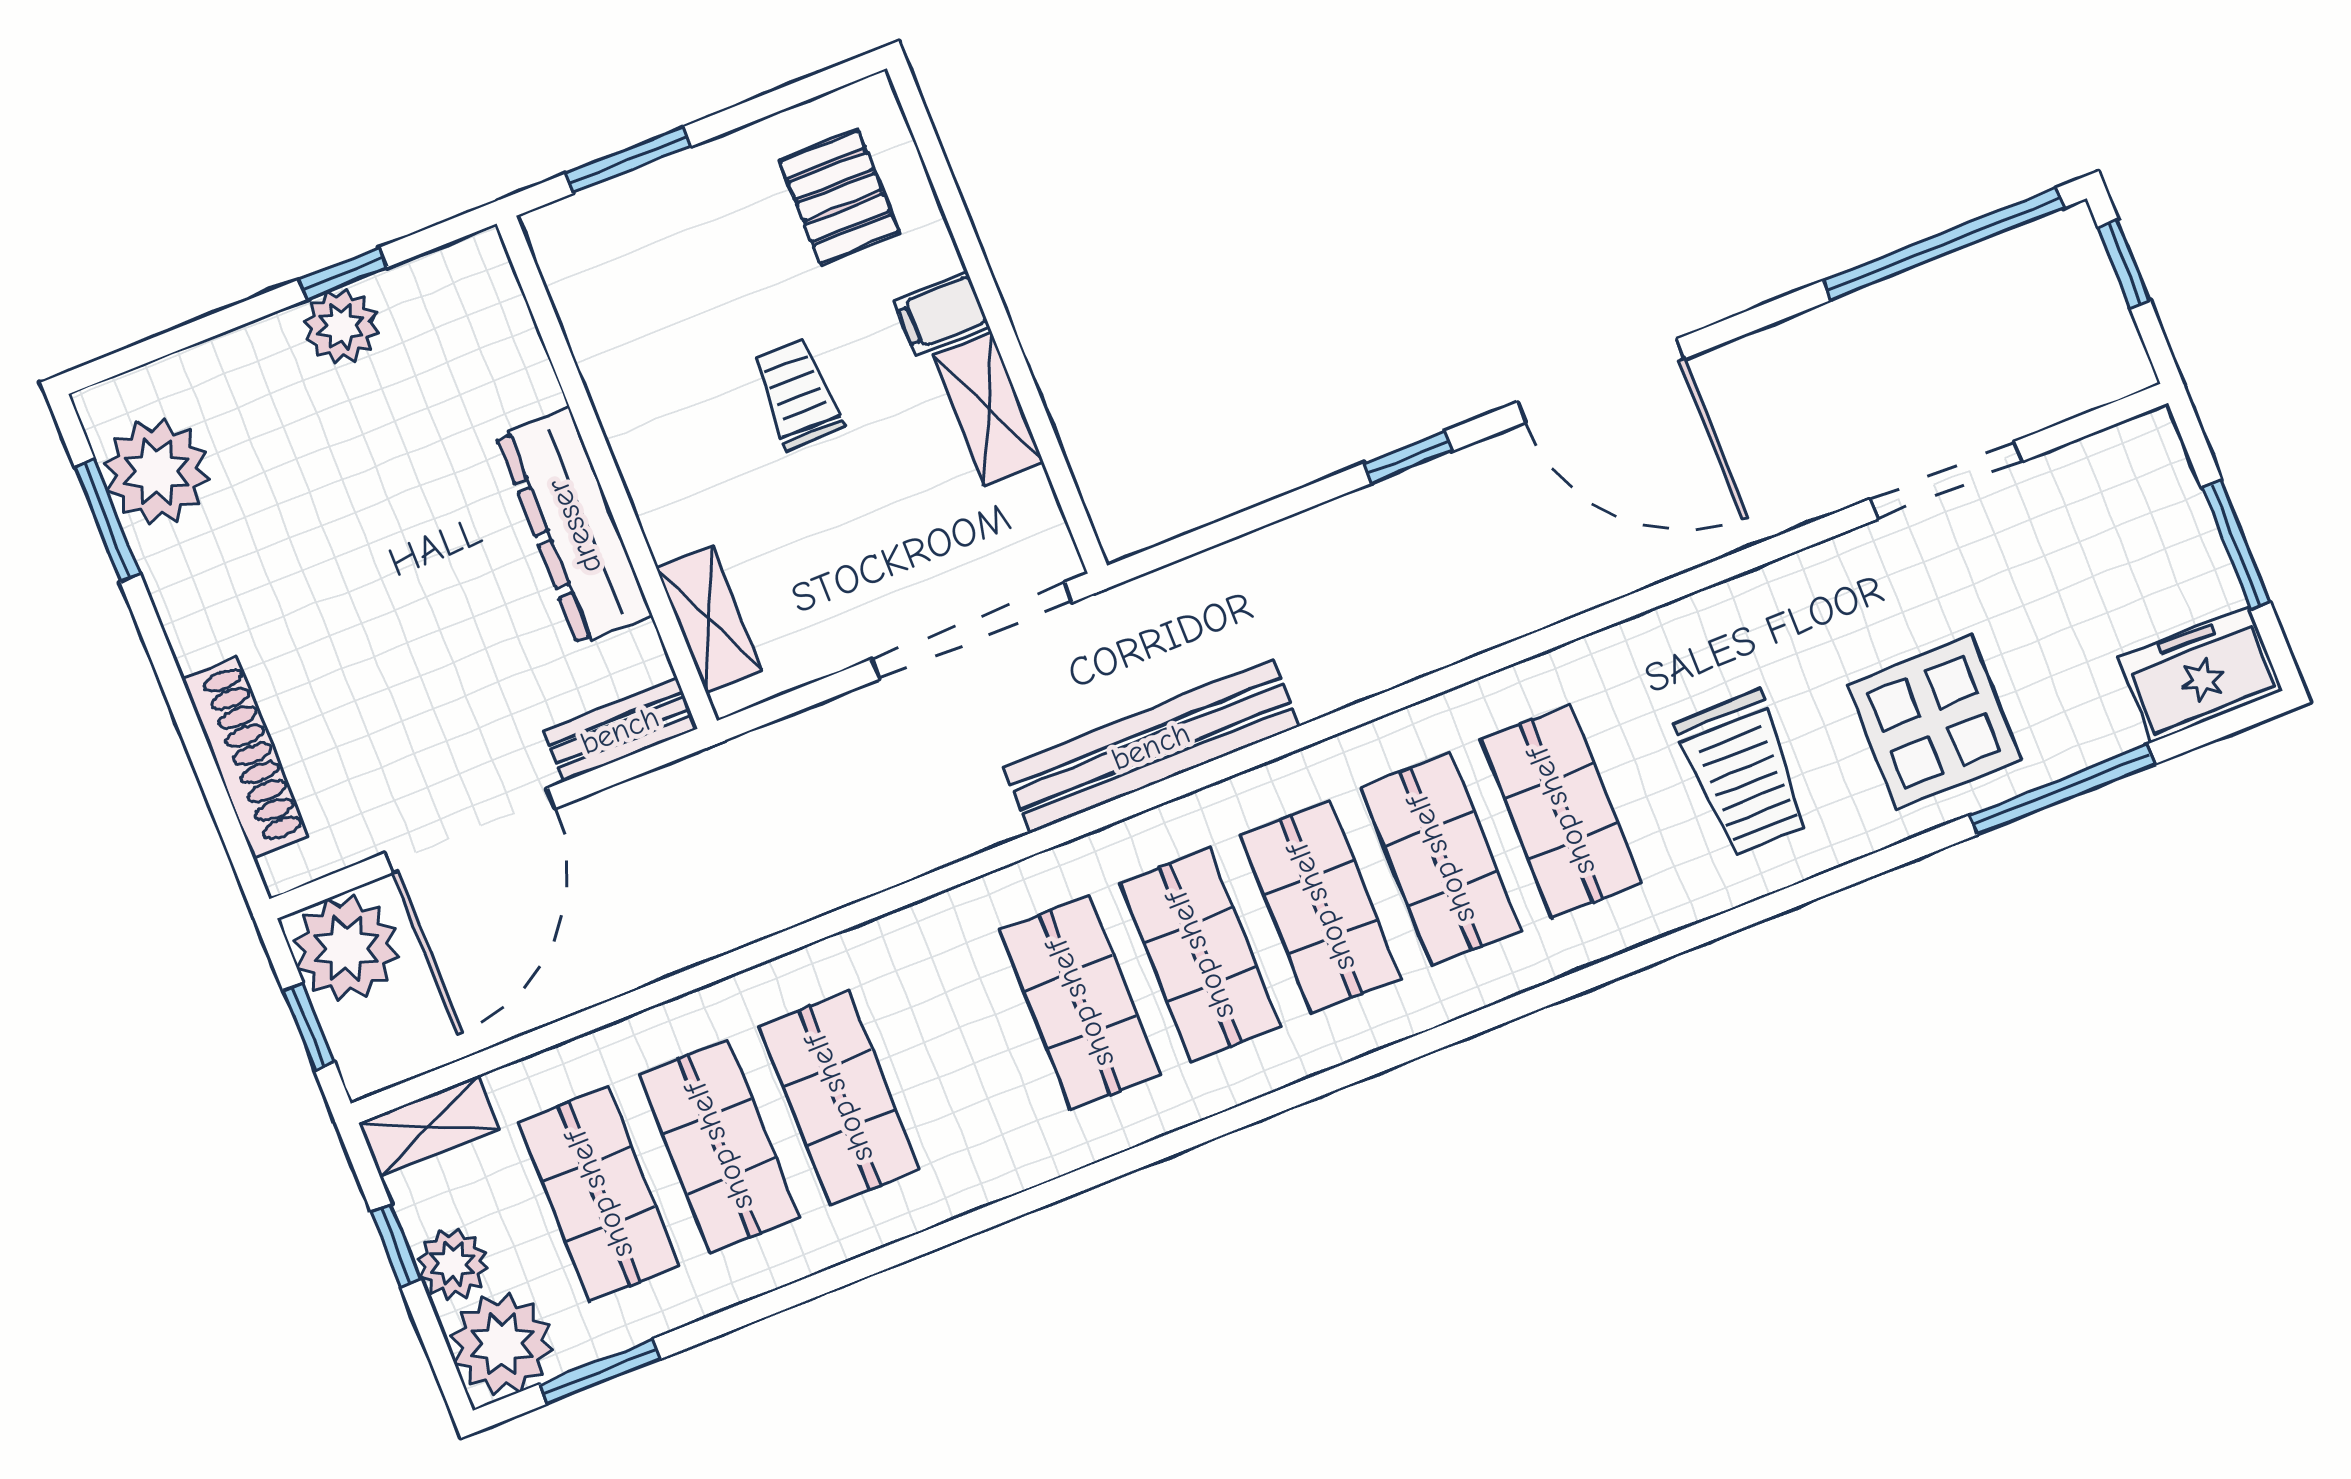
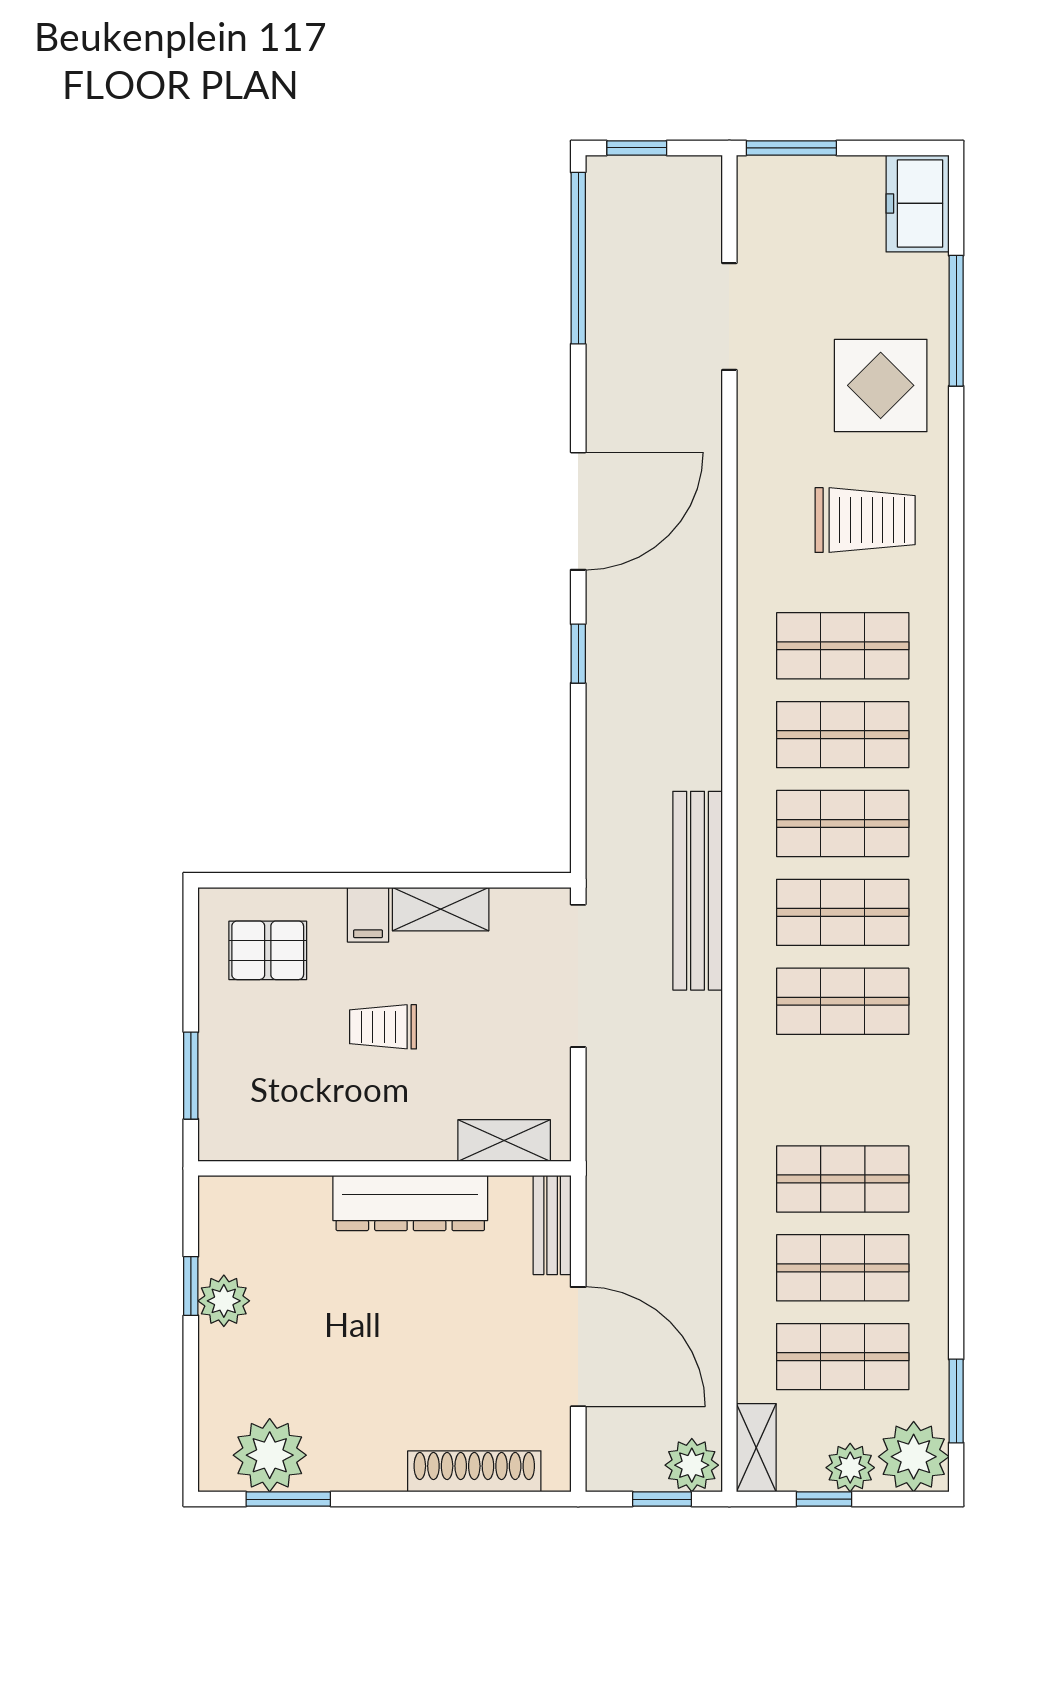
window: (2236, 545) -> (791, 148), moved
plant: (346, 948) -> (692, 1465), moved, width x0.73, depth x0.73

